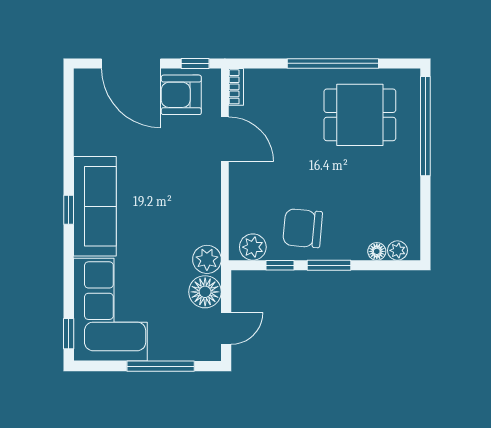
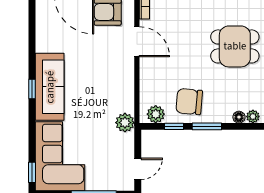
dining table: (360, 115) -> (235, 46), moved
floor lamp: (205, 292) -> (124, 144), removed

